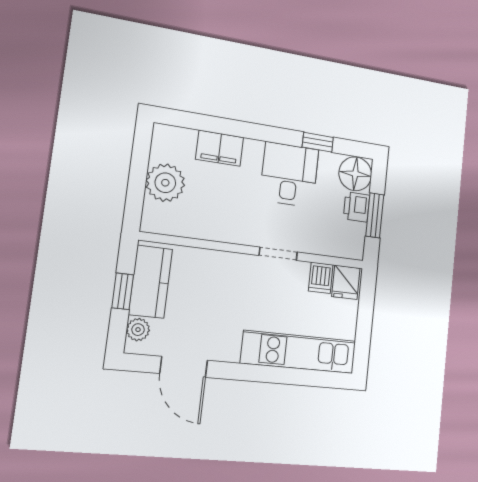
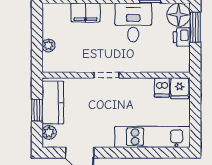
plant: (165, 183) -> (49, 45), width x0.53, depth x0.53
window: (375, 215) -> (195, 27), moved
doorway: (278, 254) -> (106, 75), moved

